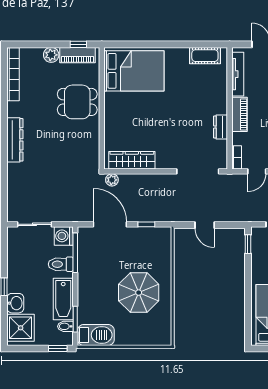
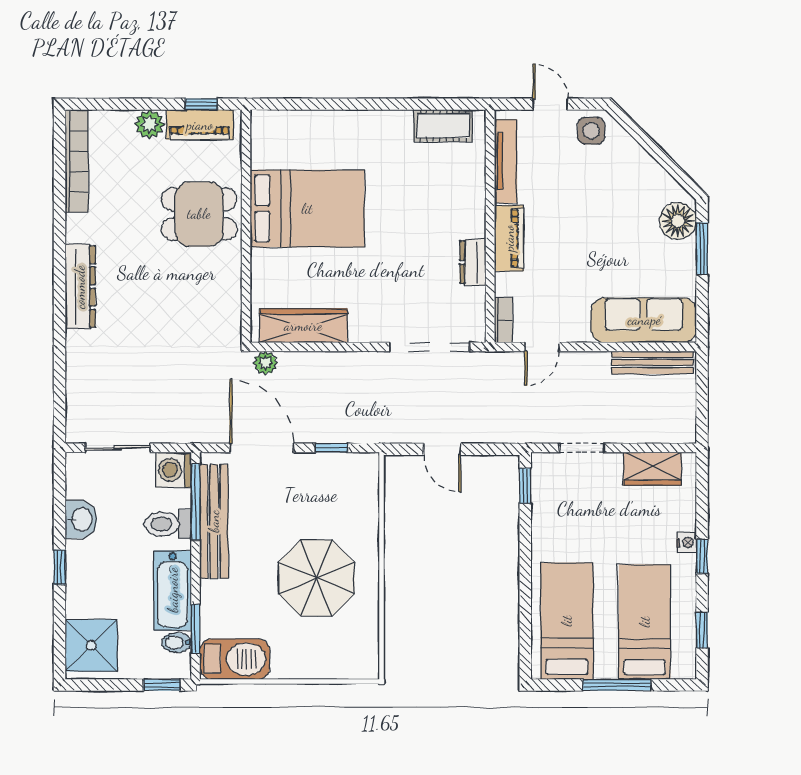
bed: (134, 71) -> (307, 209), moved
bench: (85, 263) -> (214, 521), added
washbasin: (15, 303) -> (81, 519), moved

